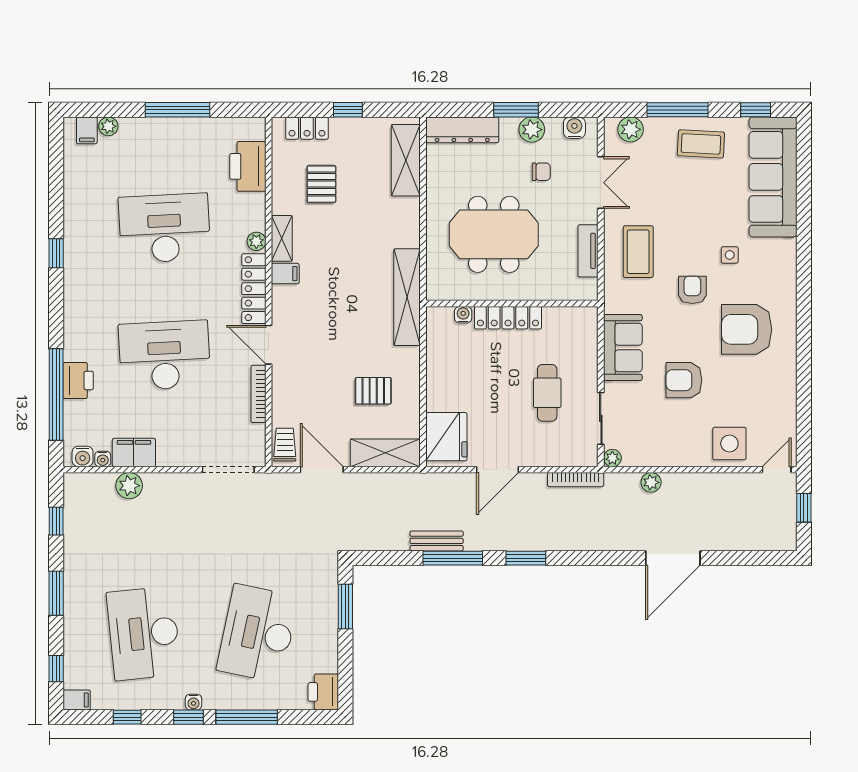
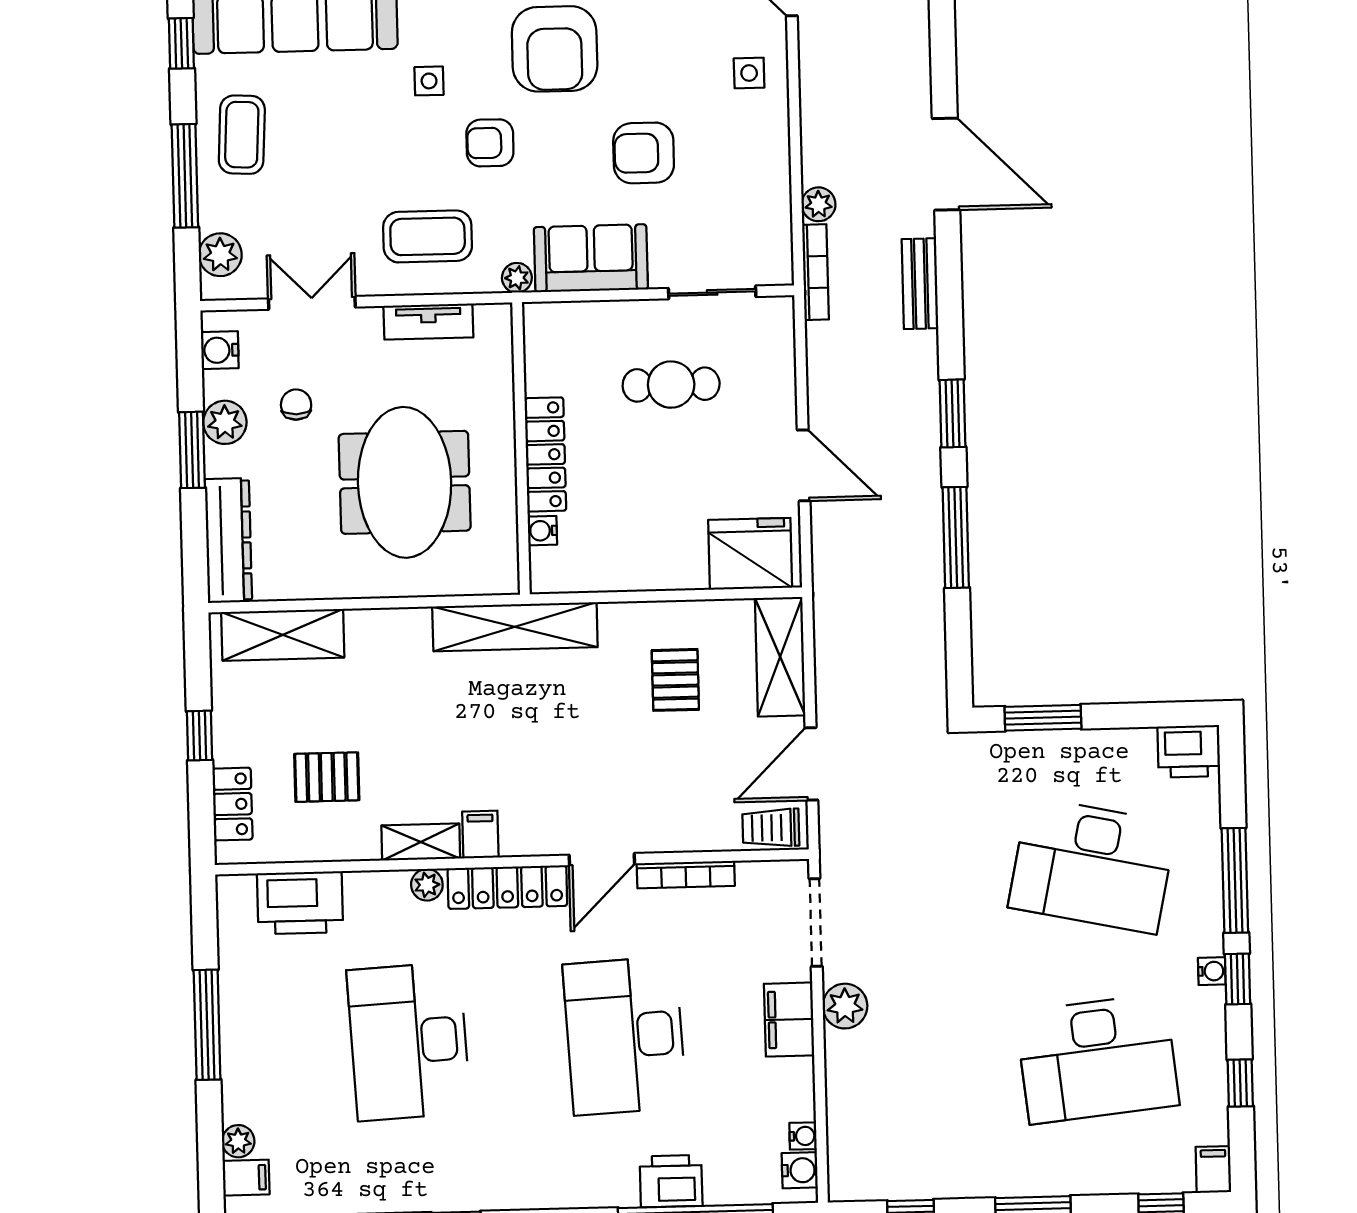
armchair: (684, 380) -> (644, 153), turned 90
side table: (729, 444) -> (749, 73), width x0.54, depth x0.54
filing cabinet: (134, 452) -> (789, 1020), moved
plant: (612, 458) -> (517, 278), moved
bookcase: (576, 480) -> (816, 272), moved
plant: (129, 486) -> (845, 1006), moved
bench: (437, 541) -> (920, 284), moved

